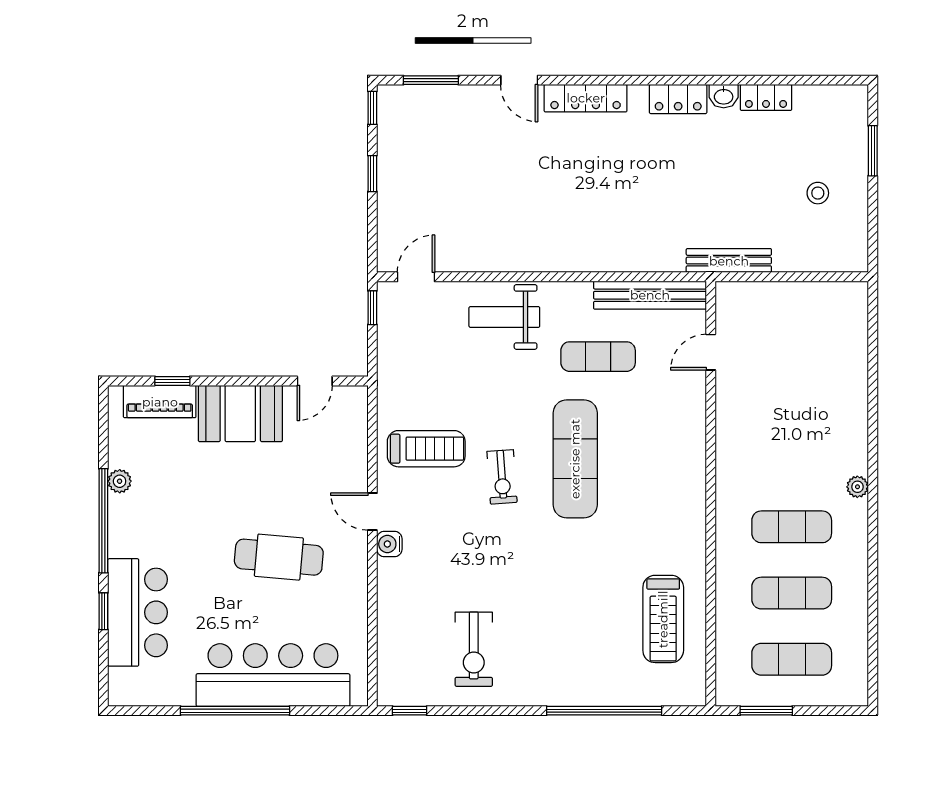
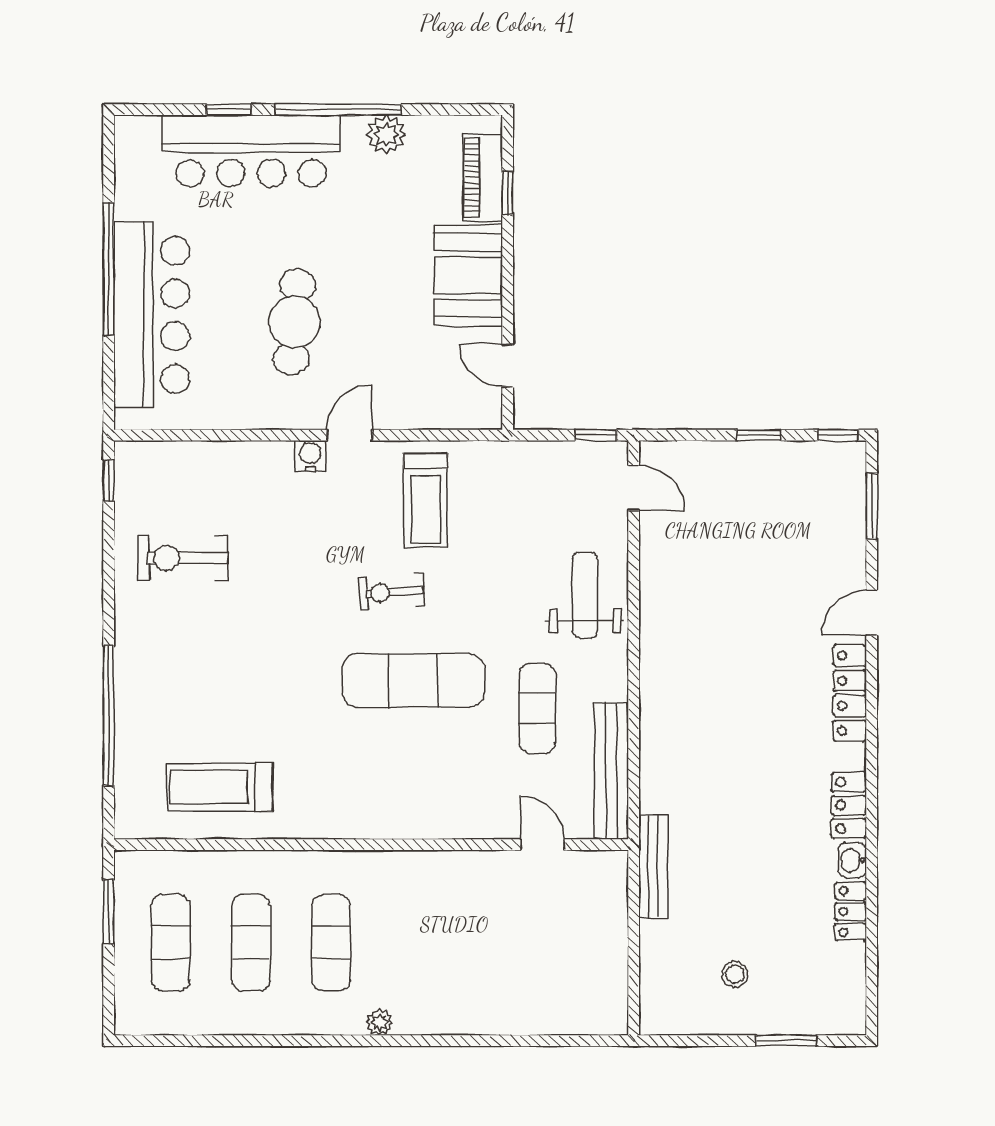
plant: (120, 481) -> (386, 134), width x1.38, depth x1.38
bar counter: (138, 612) -> (251, 151), width x1.36

